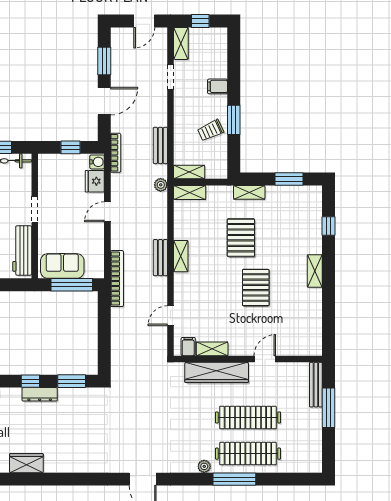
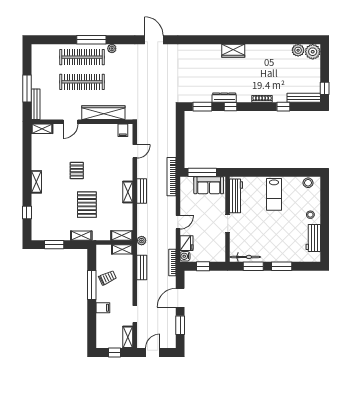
window: (234, 120) -> (92, 285), width x1.44
pallet: (256, 288) -> (77, 171), width x0.67, depth x0.71
shelving: (212, 349) -> (42, 129), moved

